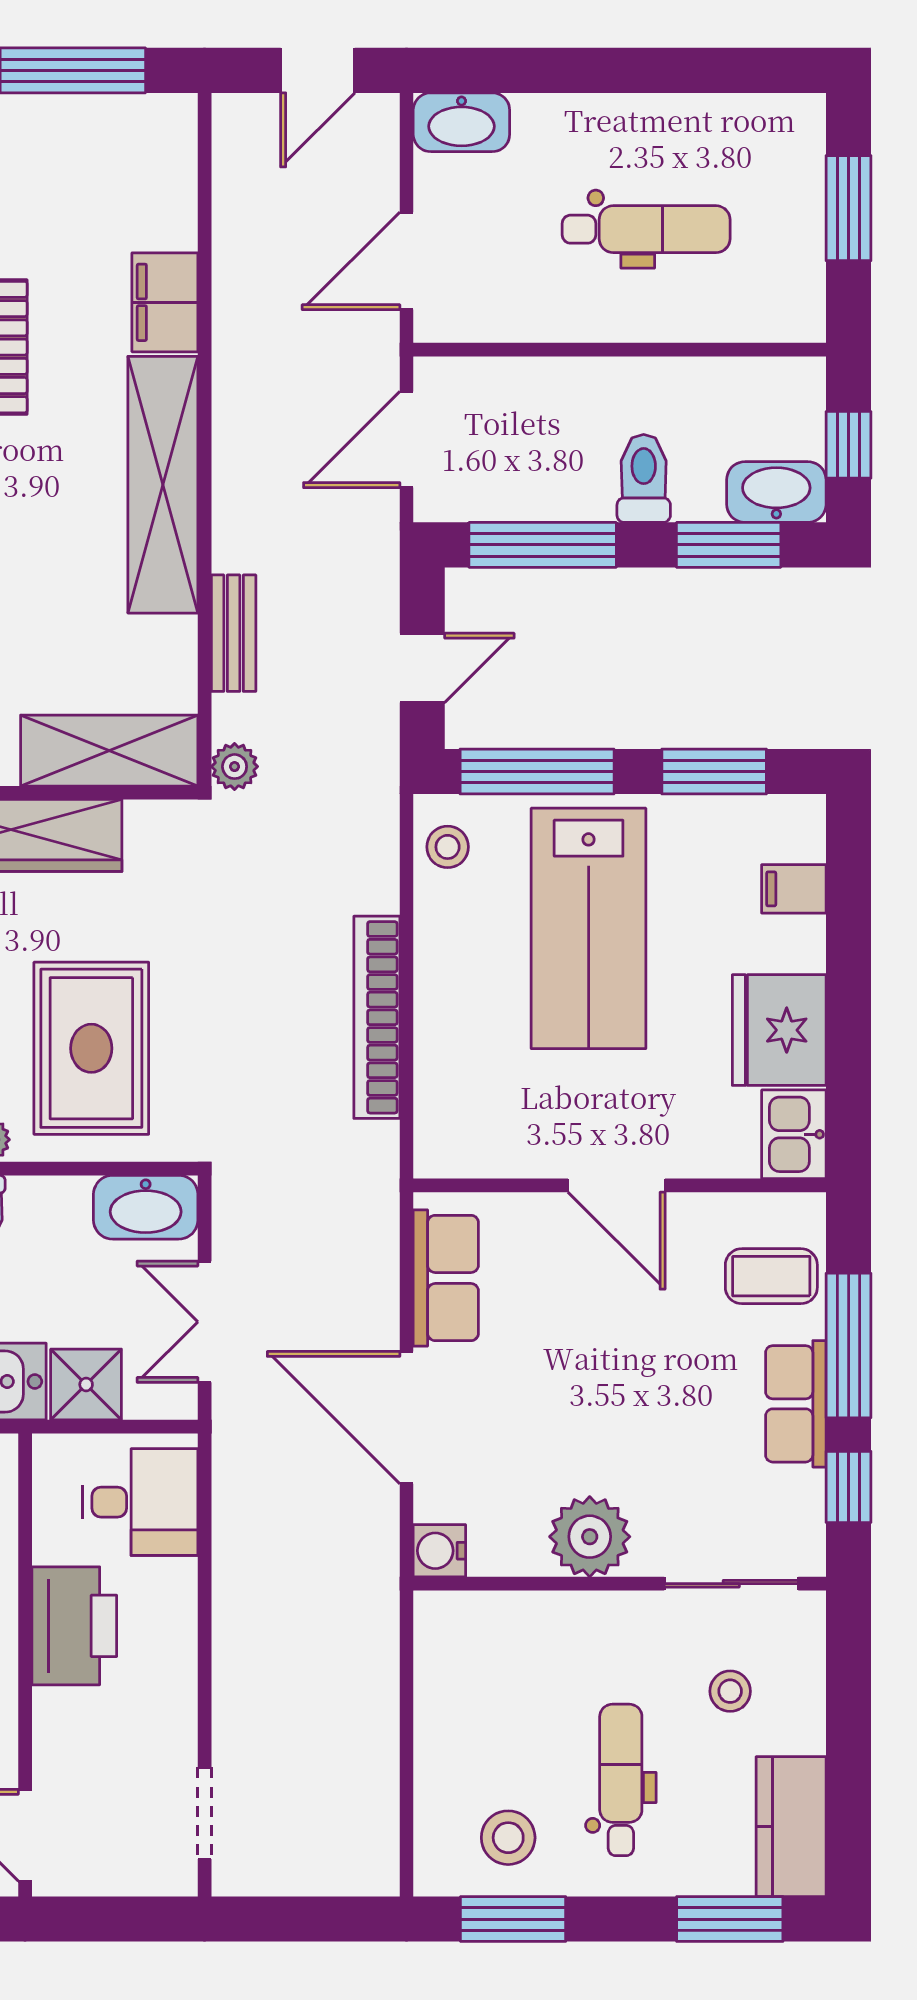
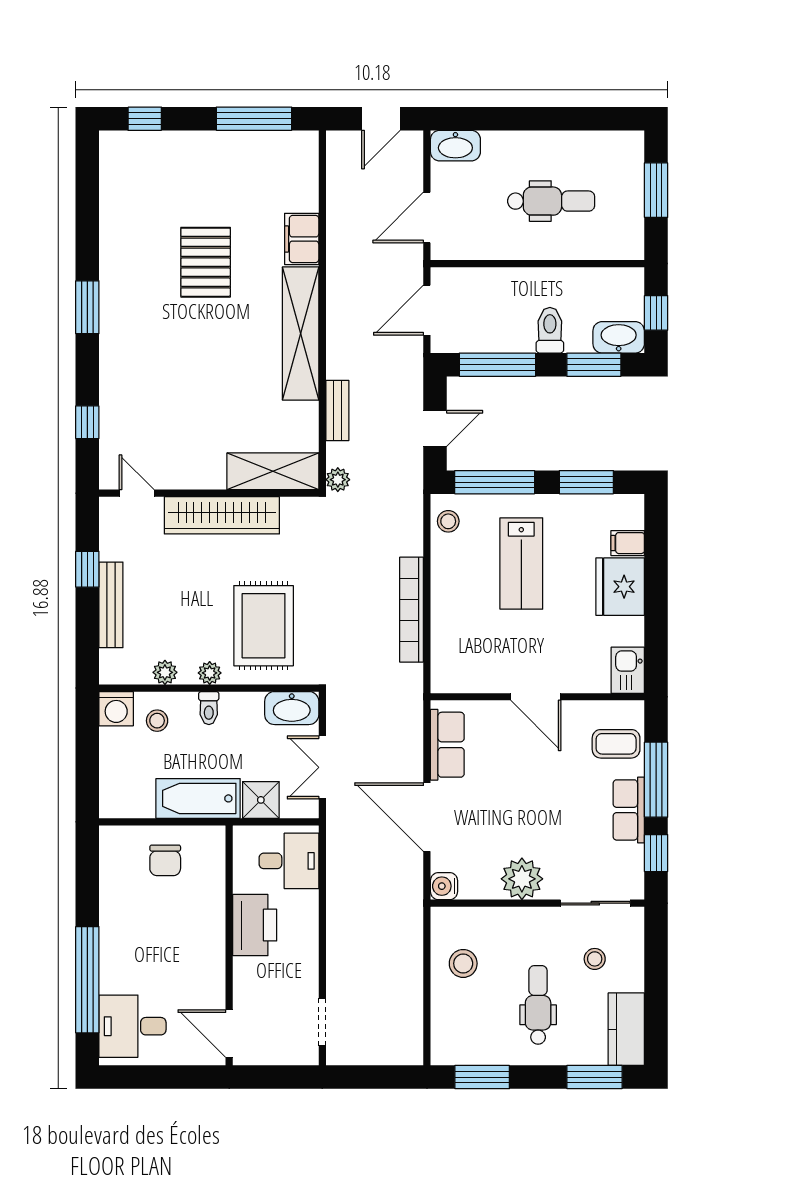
lab bench: (589, 928) -> (521, 564), width x0.73, depth x0.72
fridge: (779, 1030) -> (620, 587), moved
stool: (508, 1838) -> (463, 963), moved

